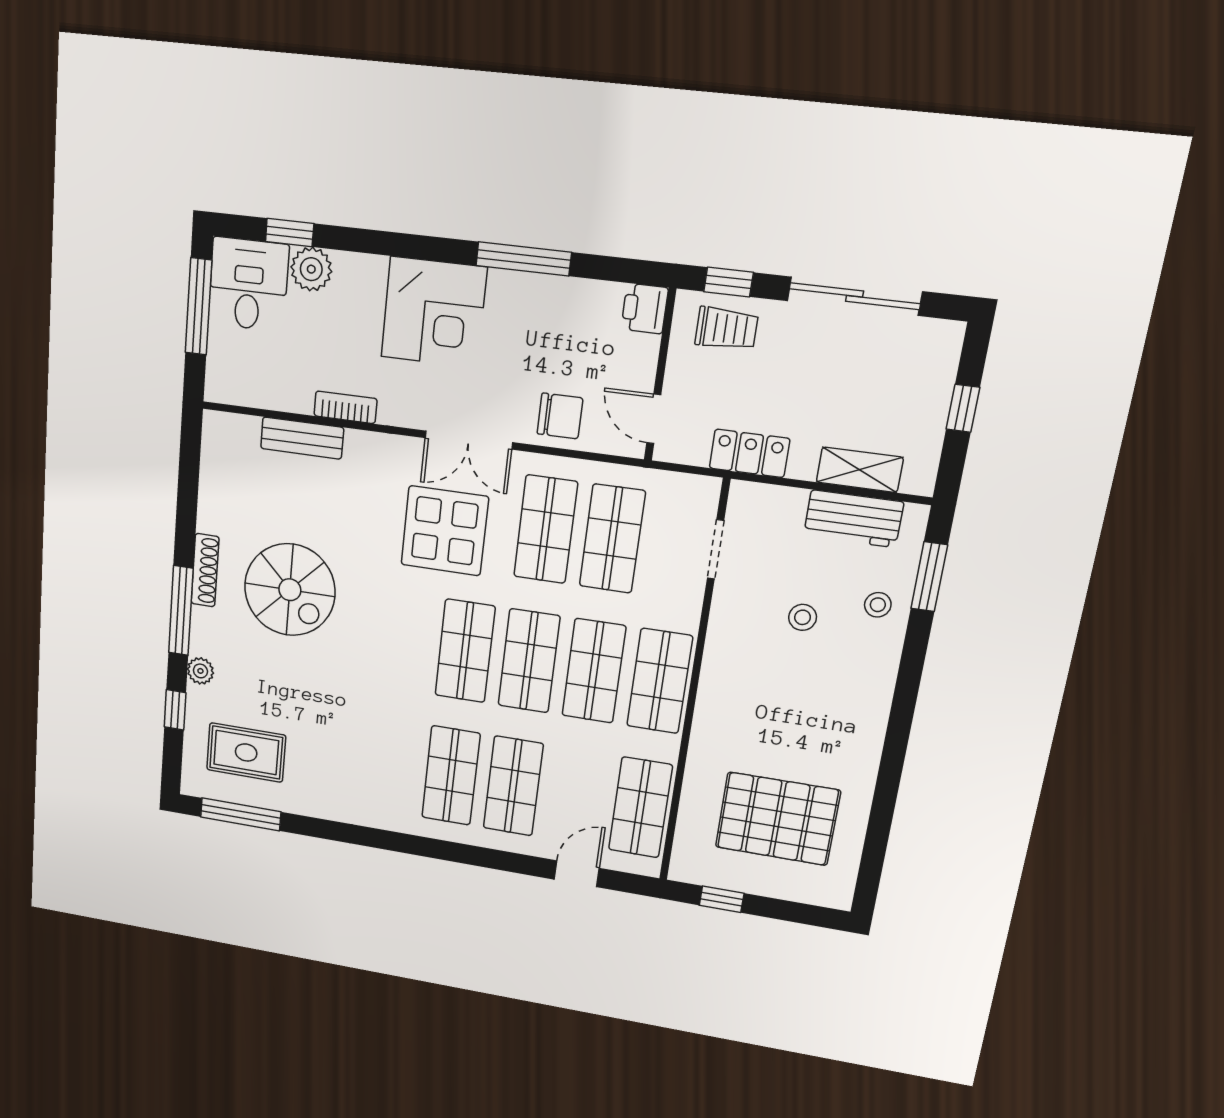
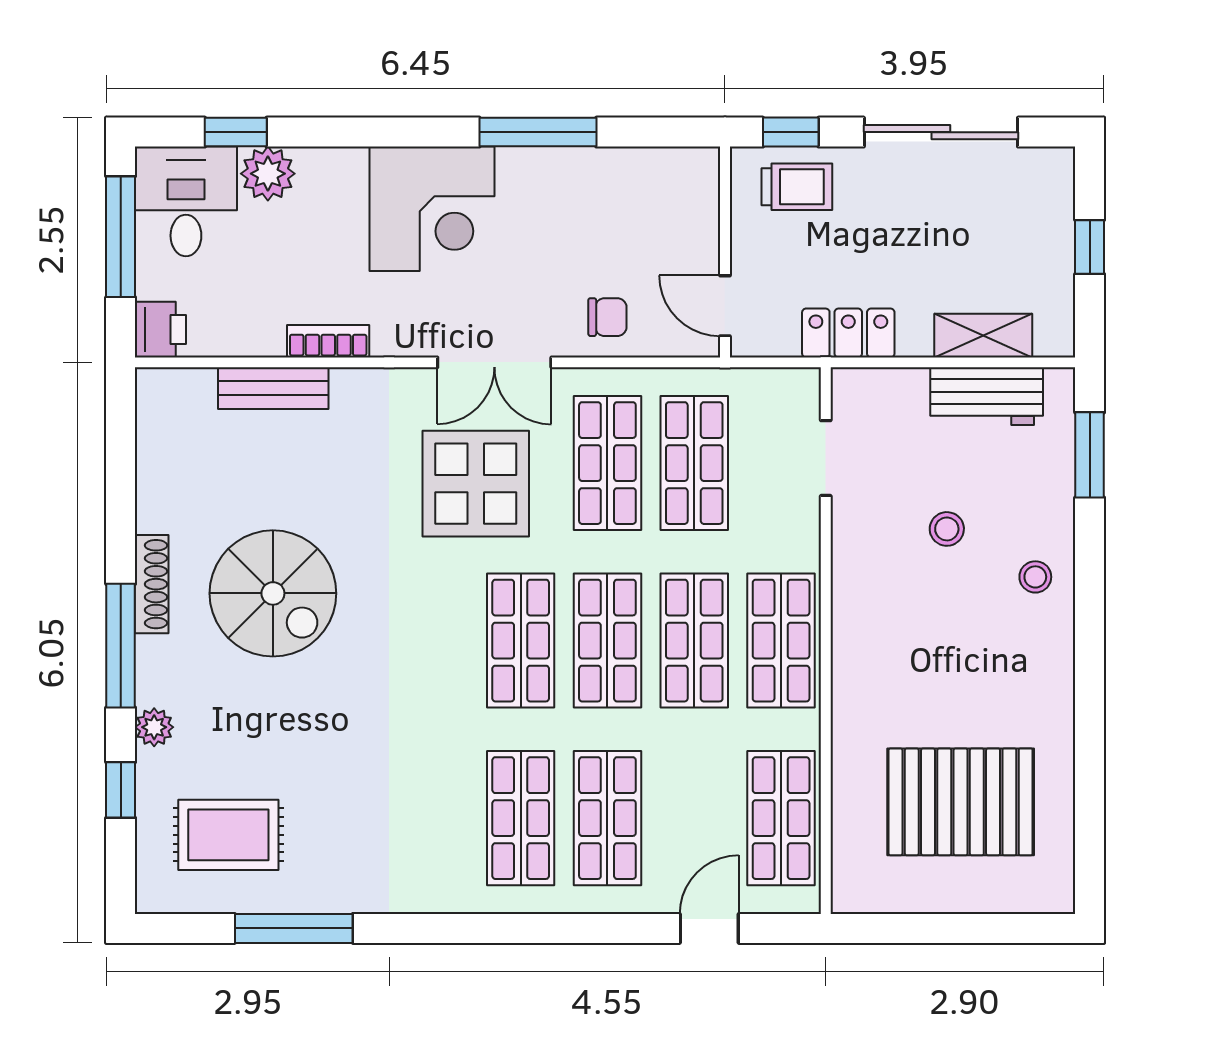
printer: (645, 309) -> (160, 330), moved, turned 180
chair: (560, 416) -> (607, 317), width x0.73, depth x0.73
stool: (878, 605) -> (1035, 577), moved
window: (241, 814) -> (294, 928), moved
window: (722, 899) -> (907, 928), removed

